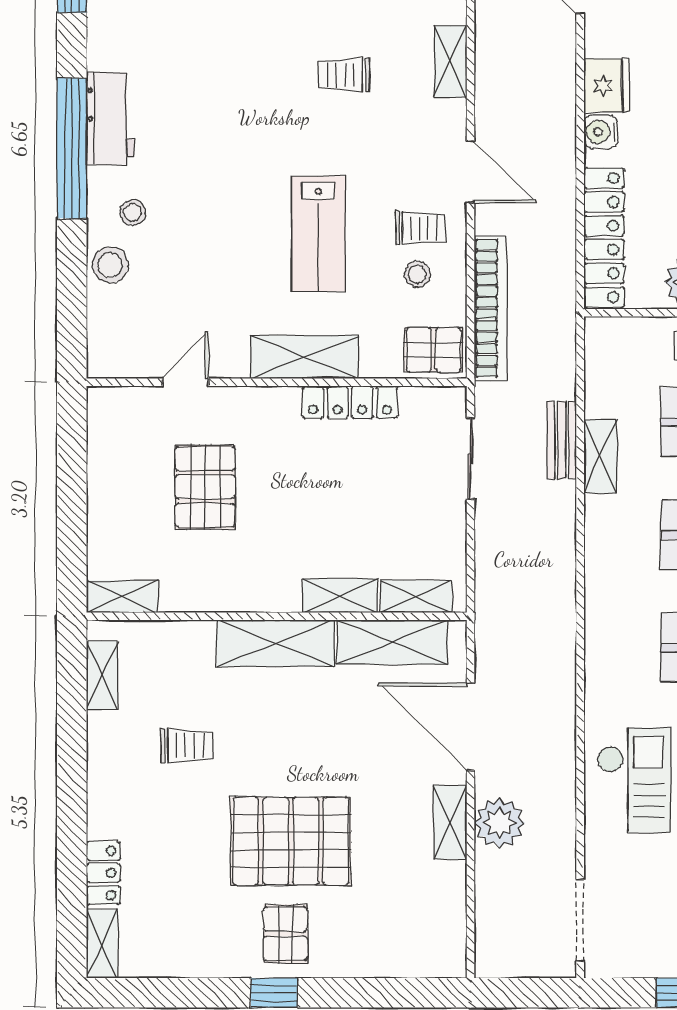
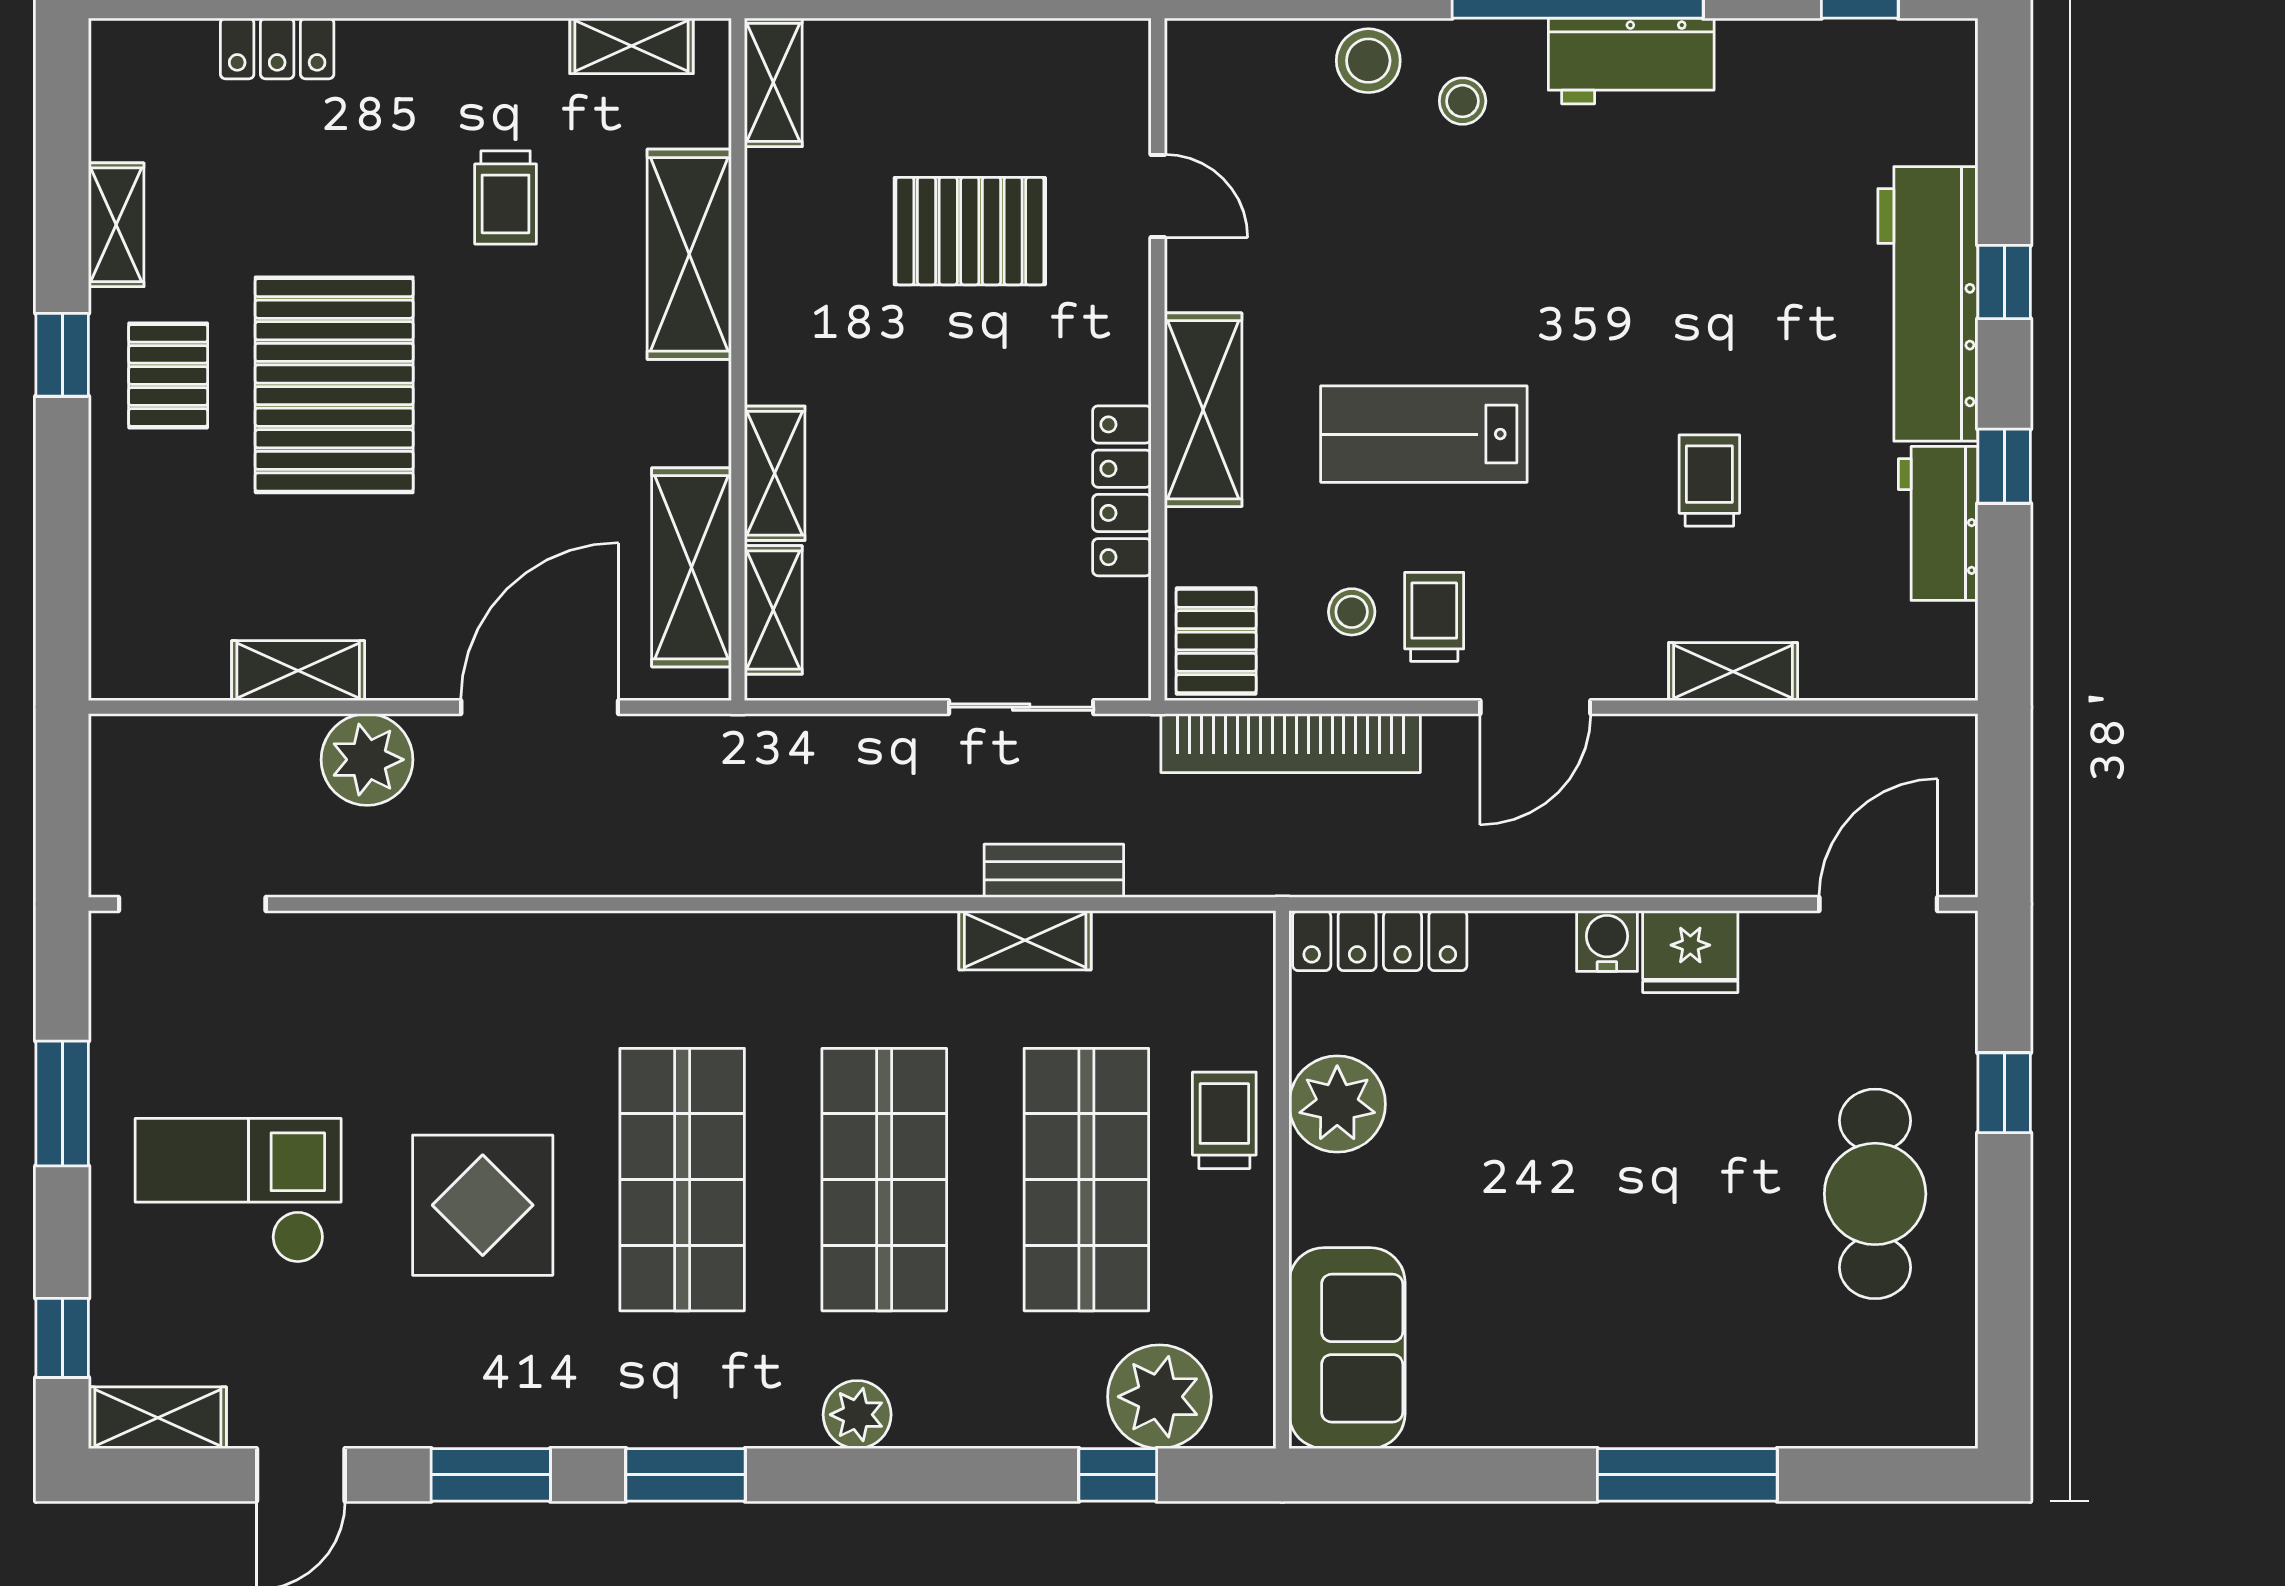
trolley: (420, 228) -> (1434, 617), turned 180
locker: (604, 238) -> (1380, 941), width x0.71, depth x0.83
shelving: (275, 643) -> (689, 254), moved
checkout: (634, 780) -> (444, 1000), removed
shelving: (450, 822) -> (298, 671), moved
pallet: (286, 934) -> (168, 375), turned 90
shelving: (102, 944) -> (116, 225), moved, turned 90

